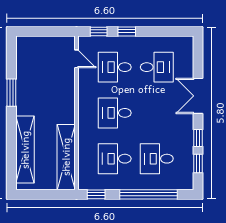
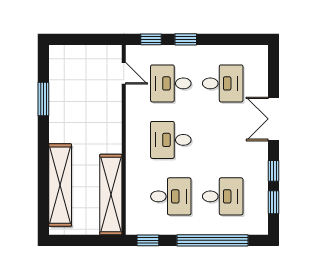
window: (11, 93) -> (43, 99), moved
desk: (115, 159) -> (171, 196), turned 180
desk: (157, 159) -> (223, 196), turned 180

